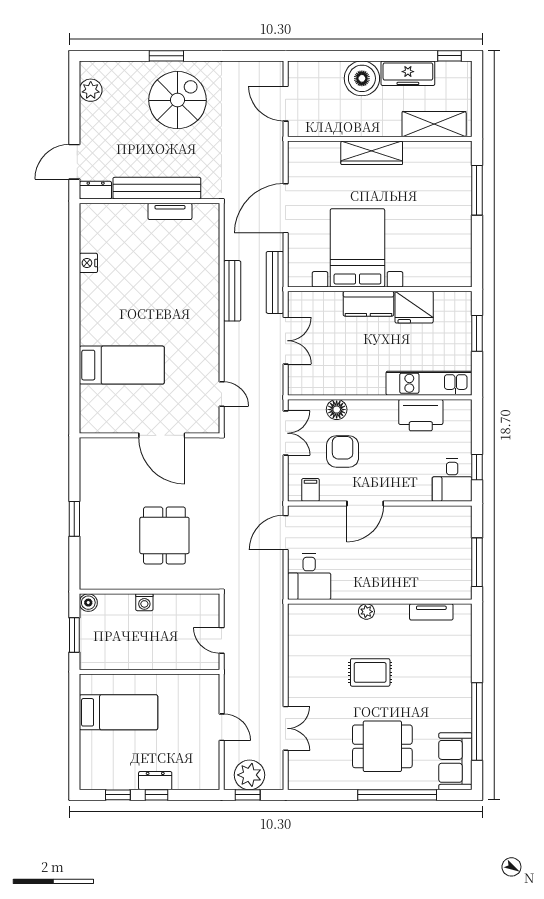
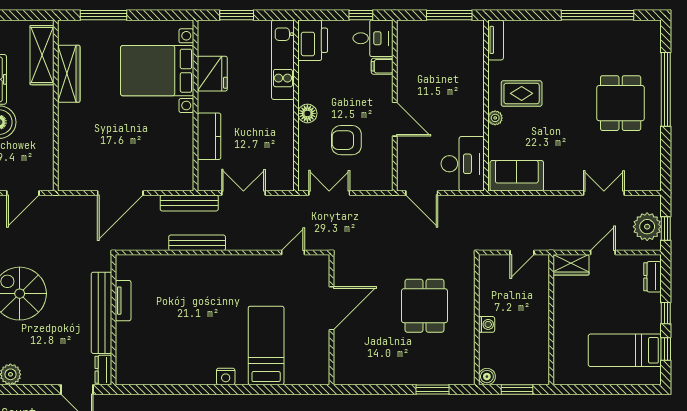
wardrobe: (372, 153) -> (69, 74), moved
door: (286, 208) -> (120, 193), hinge flipped
bed with nightstands: (357, 248) -> (157, 71), moved
nightstand: (88, 263) -> (226, 376), moved
kitchen counter: (368, 304) -> (209, 136), moved
floor lamp: (337, 410) -> (307, 113), moved
printer: (421, 415) -> (313, 40), moved
filing cabinet: (310, 490) -> (382, 66), moved
window: (74, 519) -> (432, 389), moved
dining table: (164, 535) -> (424, 306), turned 90
desk: (309, 577) -> (463, 164), width x1.37
tv unit: (431, 612) -> (496, 40), moved
rug: (370, 672) -> (522, 93), moved, turned 90
wardrobe: (208, 693) -> (571, 265), added
bed: (118, 712) -> (625, 350), moved, turned -90
sofa: (455, 761) -> (517, 176), moved, turned 180
dresser: (155, 781) -> (652, 277), moved

